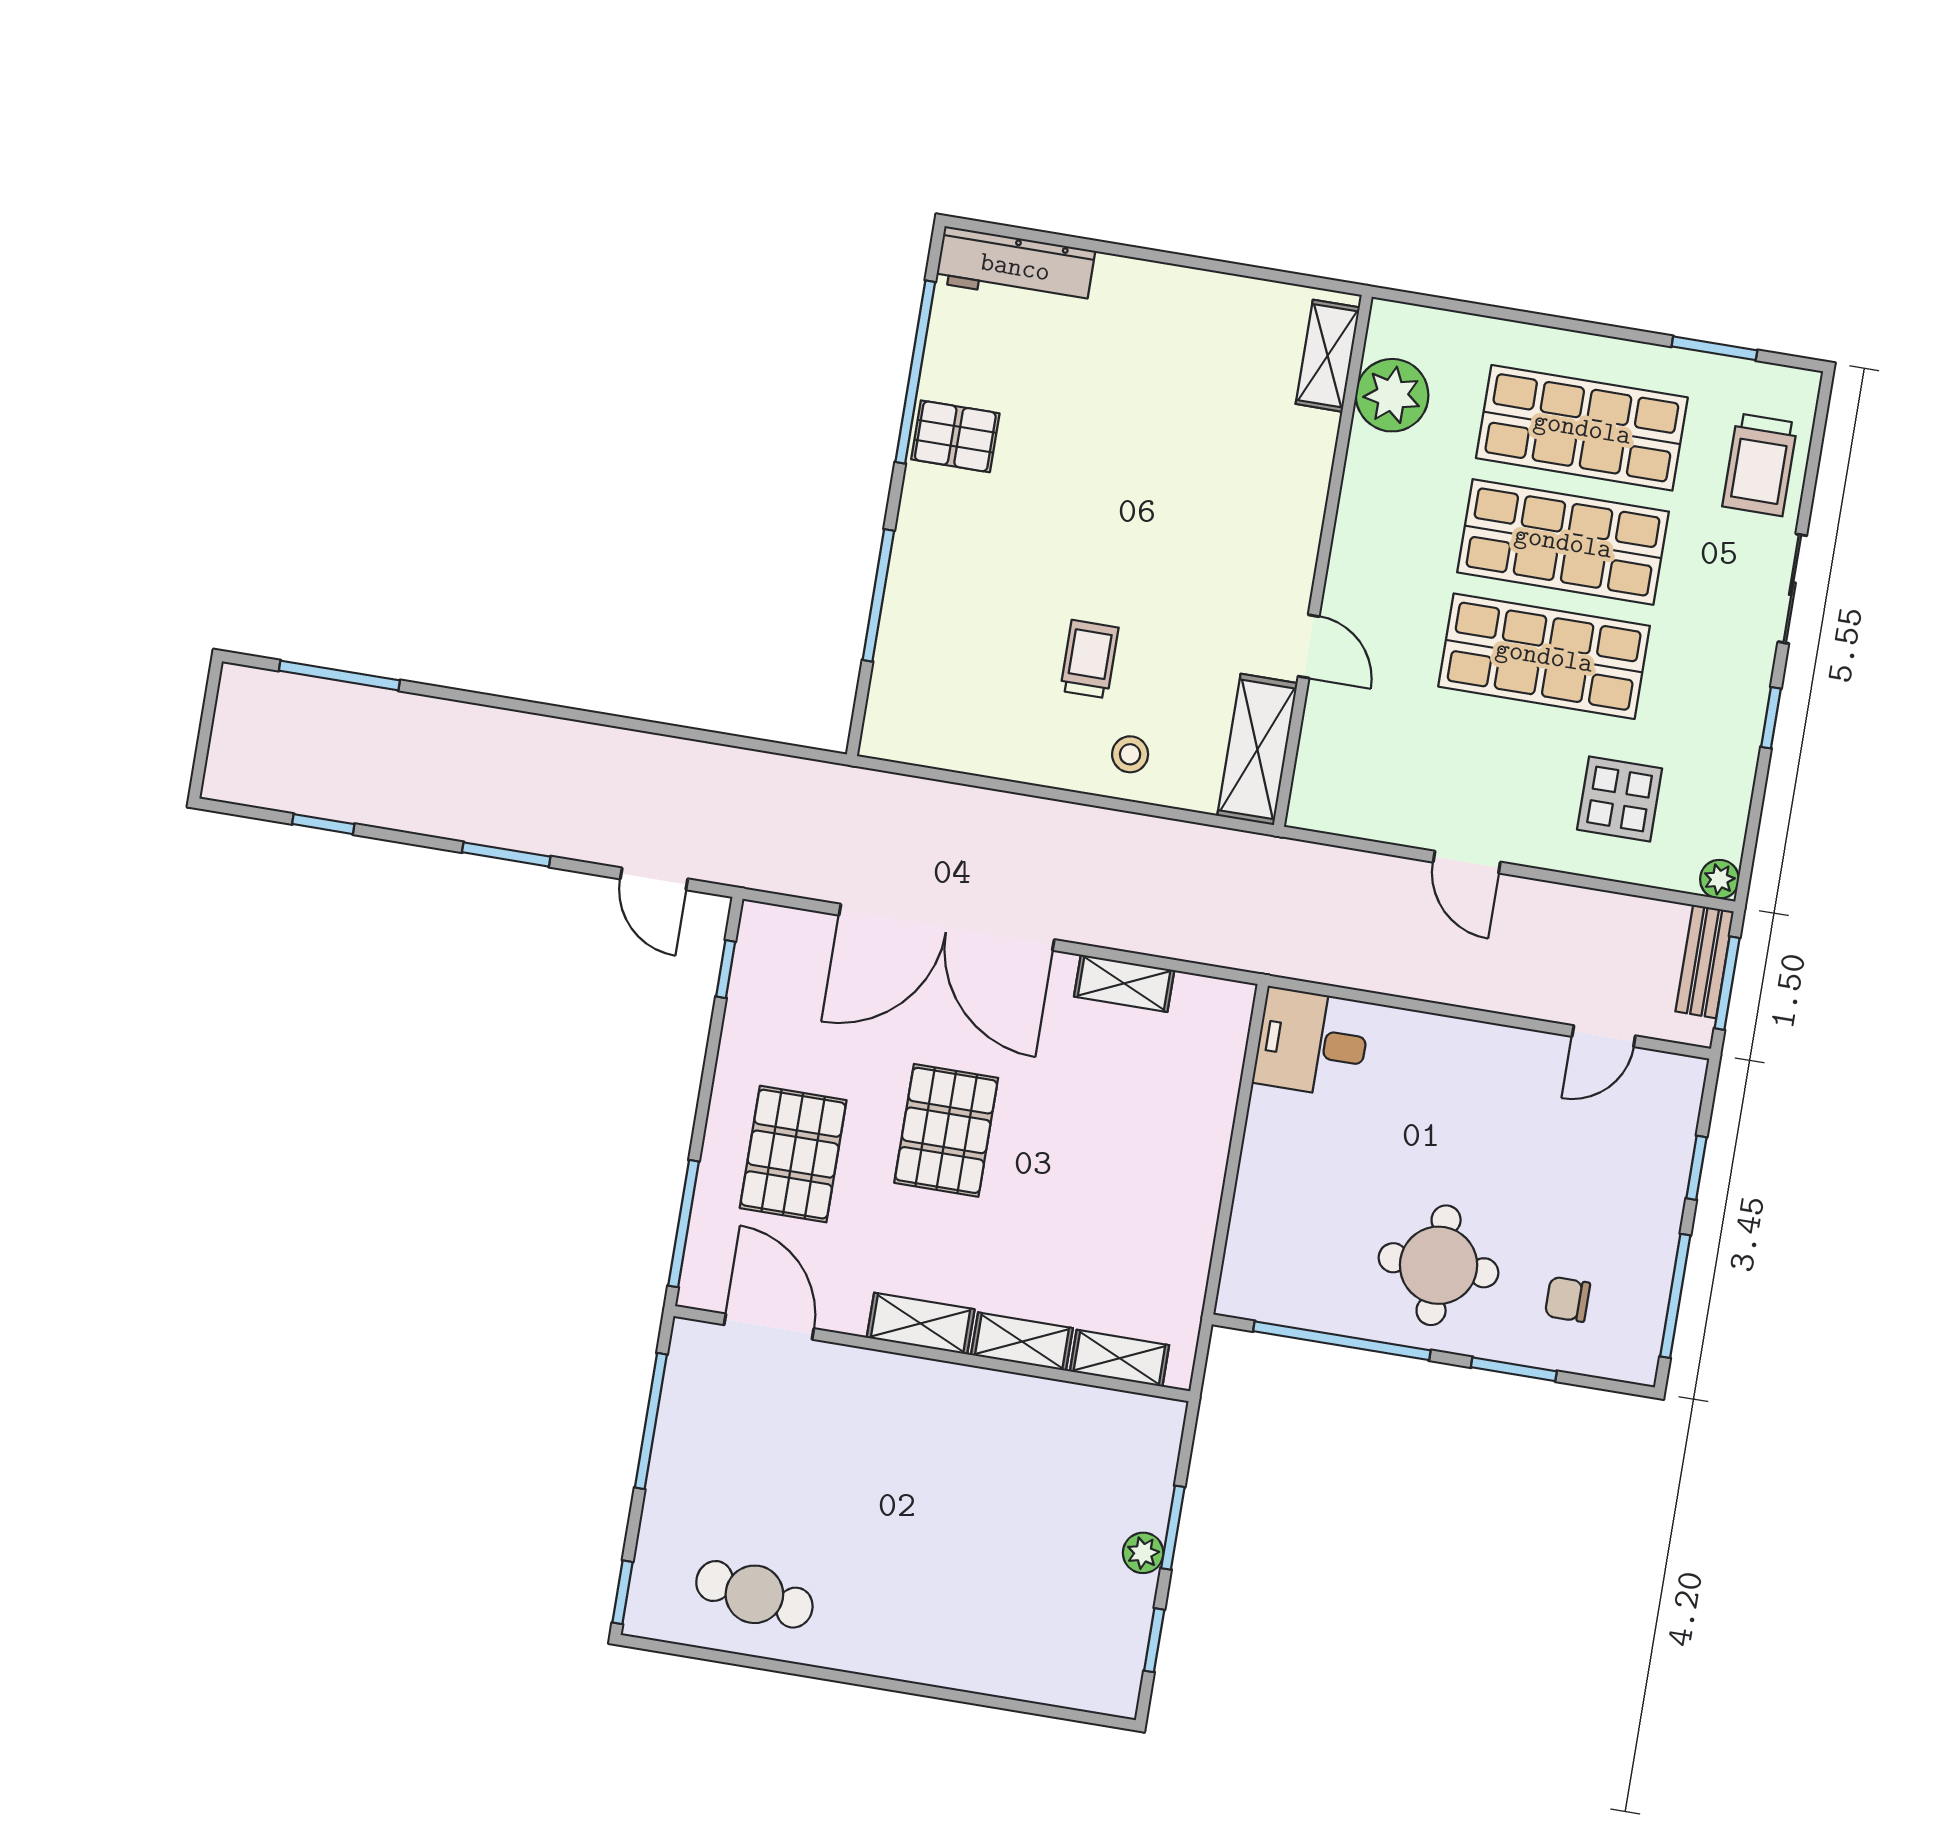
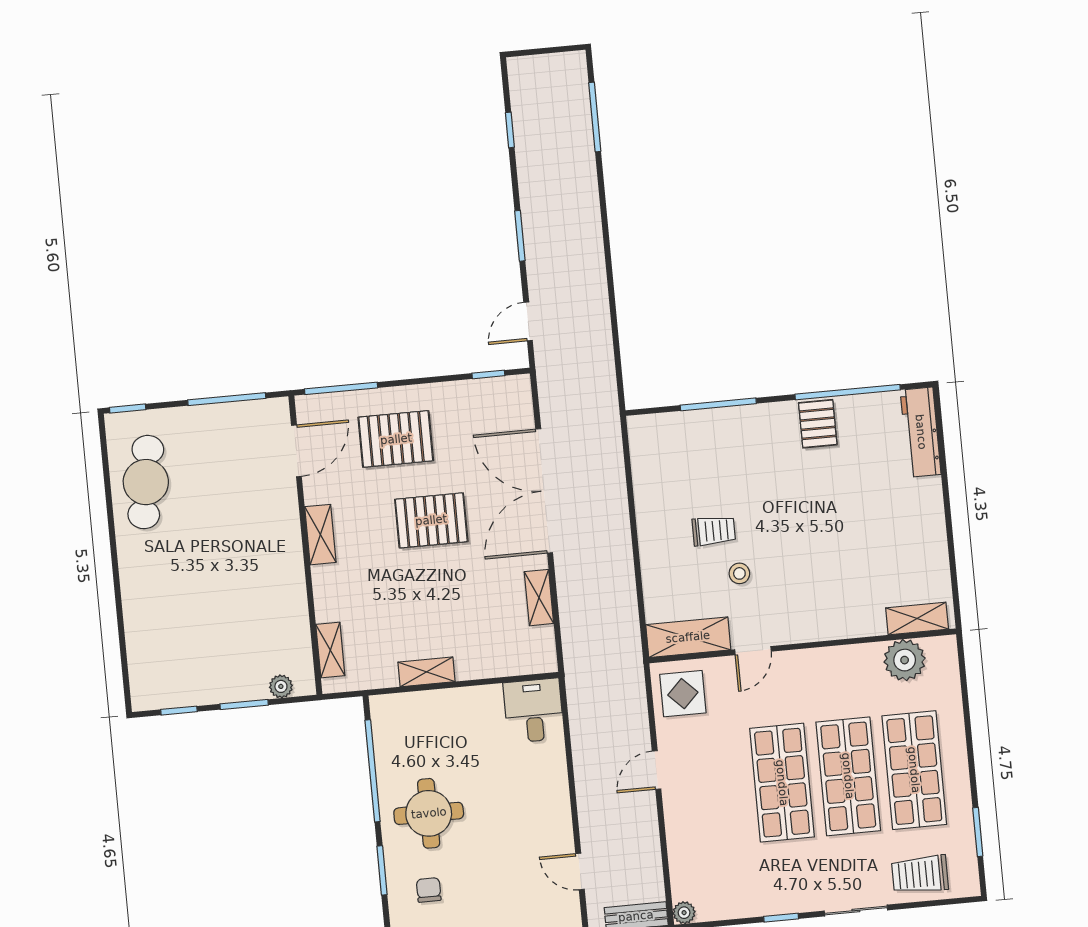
stool: (1130, 754) -> (739, 573), moved
display table: (1620, 799) -> (683, 694), moved
shelving: (1022, 1342) -> (427, 672), moved, turned 90
plant: (1143, 1553) -> (281, 686), moved
cafe table: (754, 1594) -> (146, 482), width x1.37, depth x1.35

